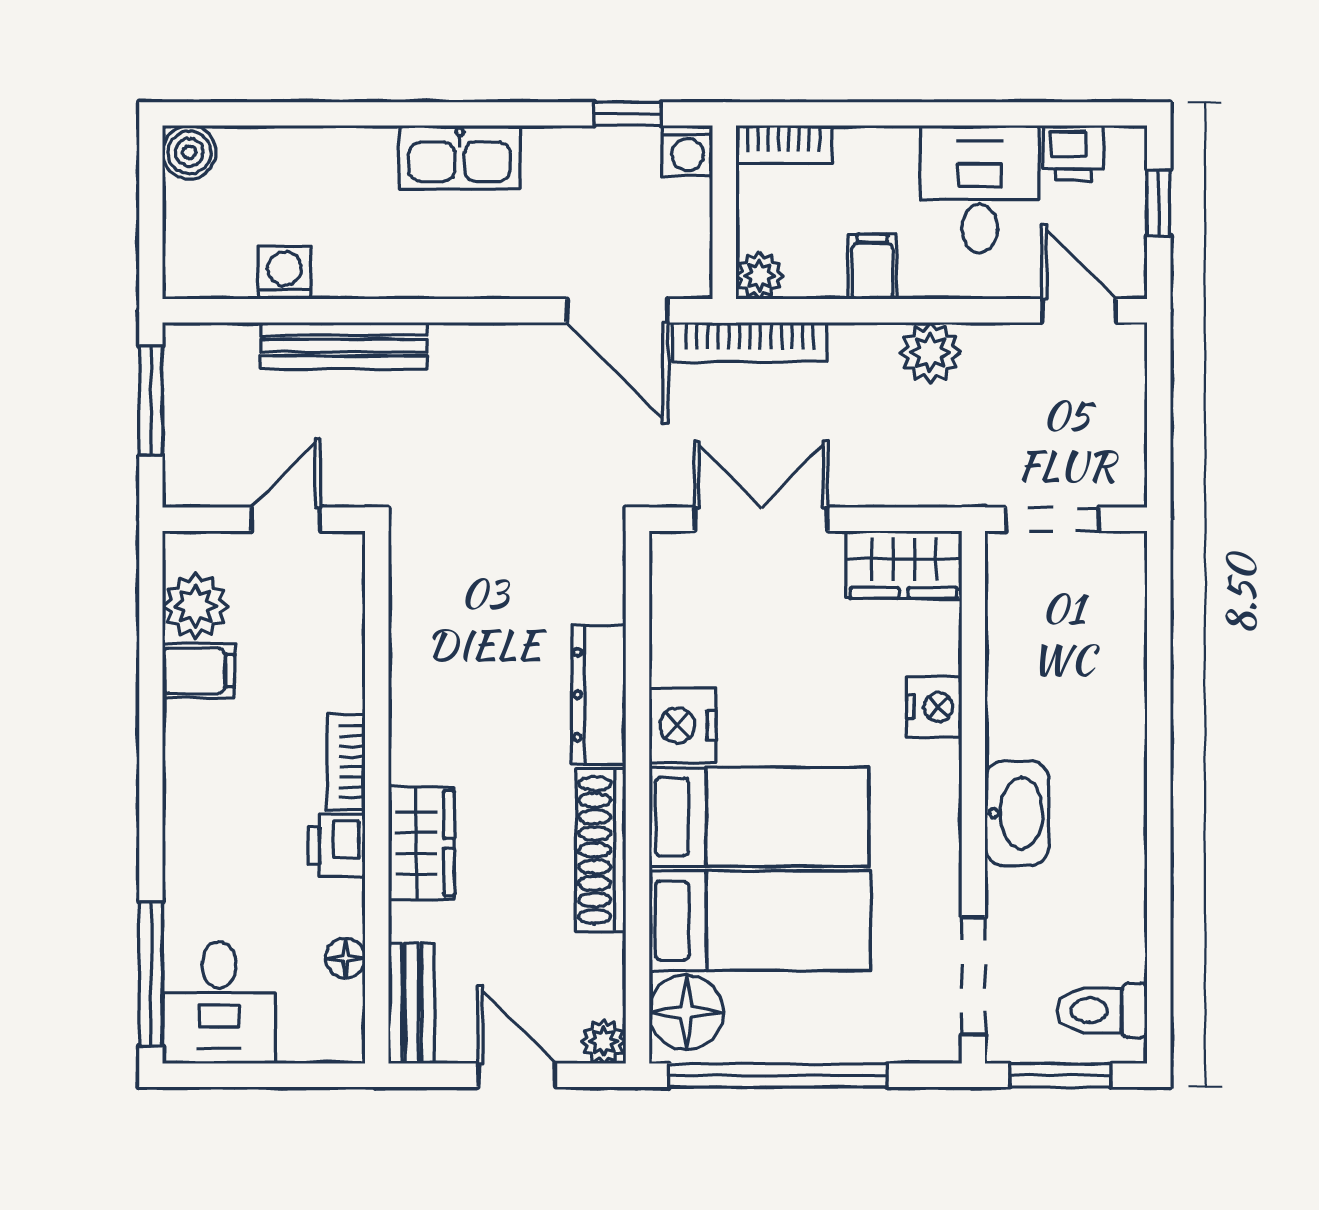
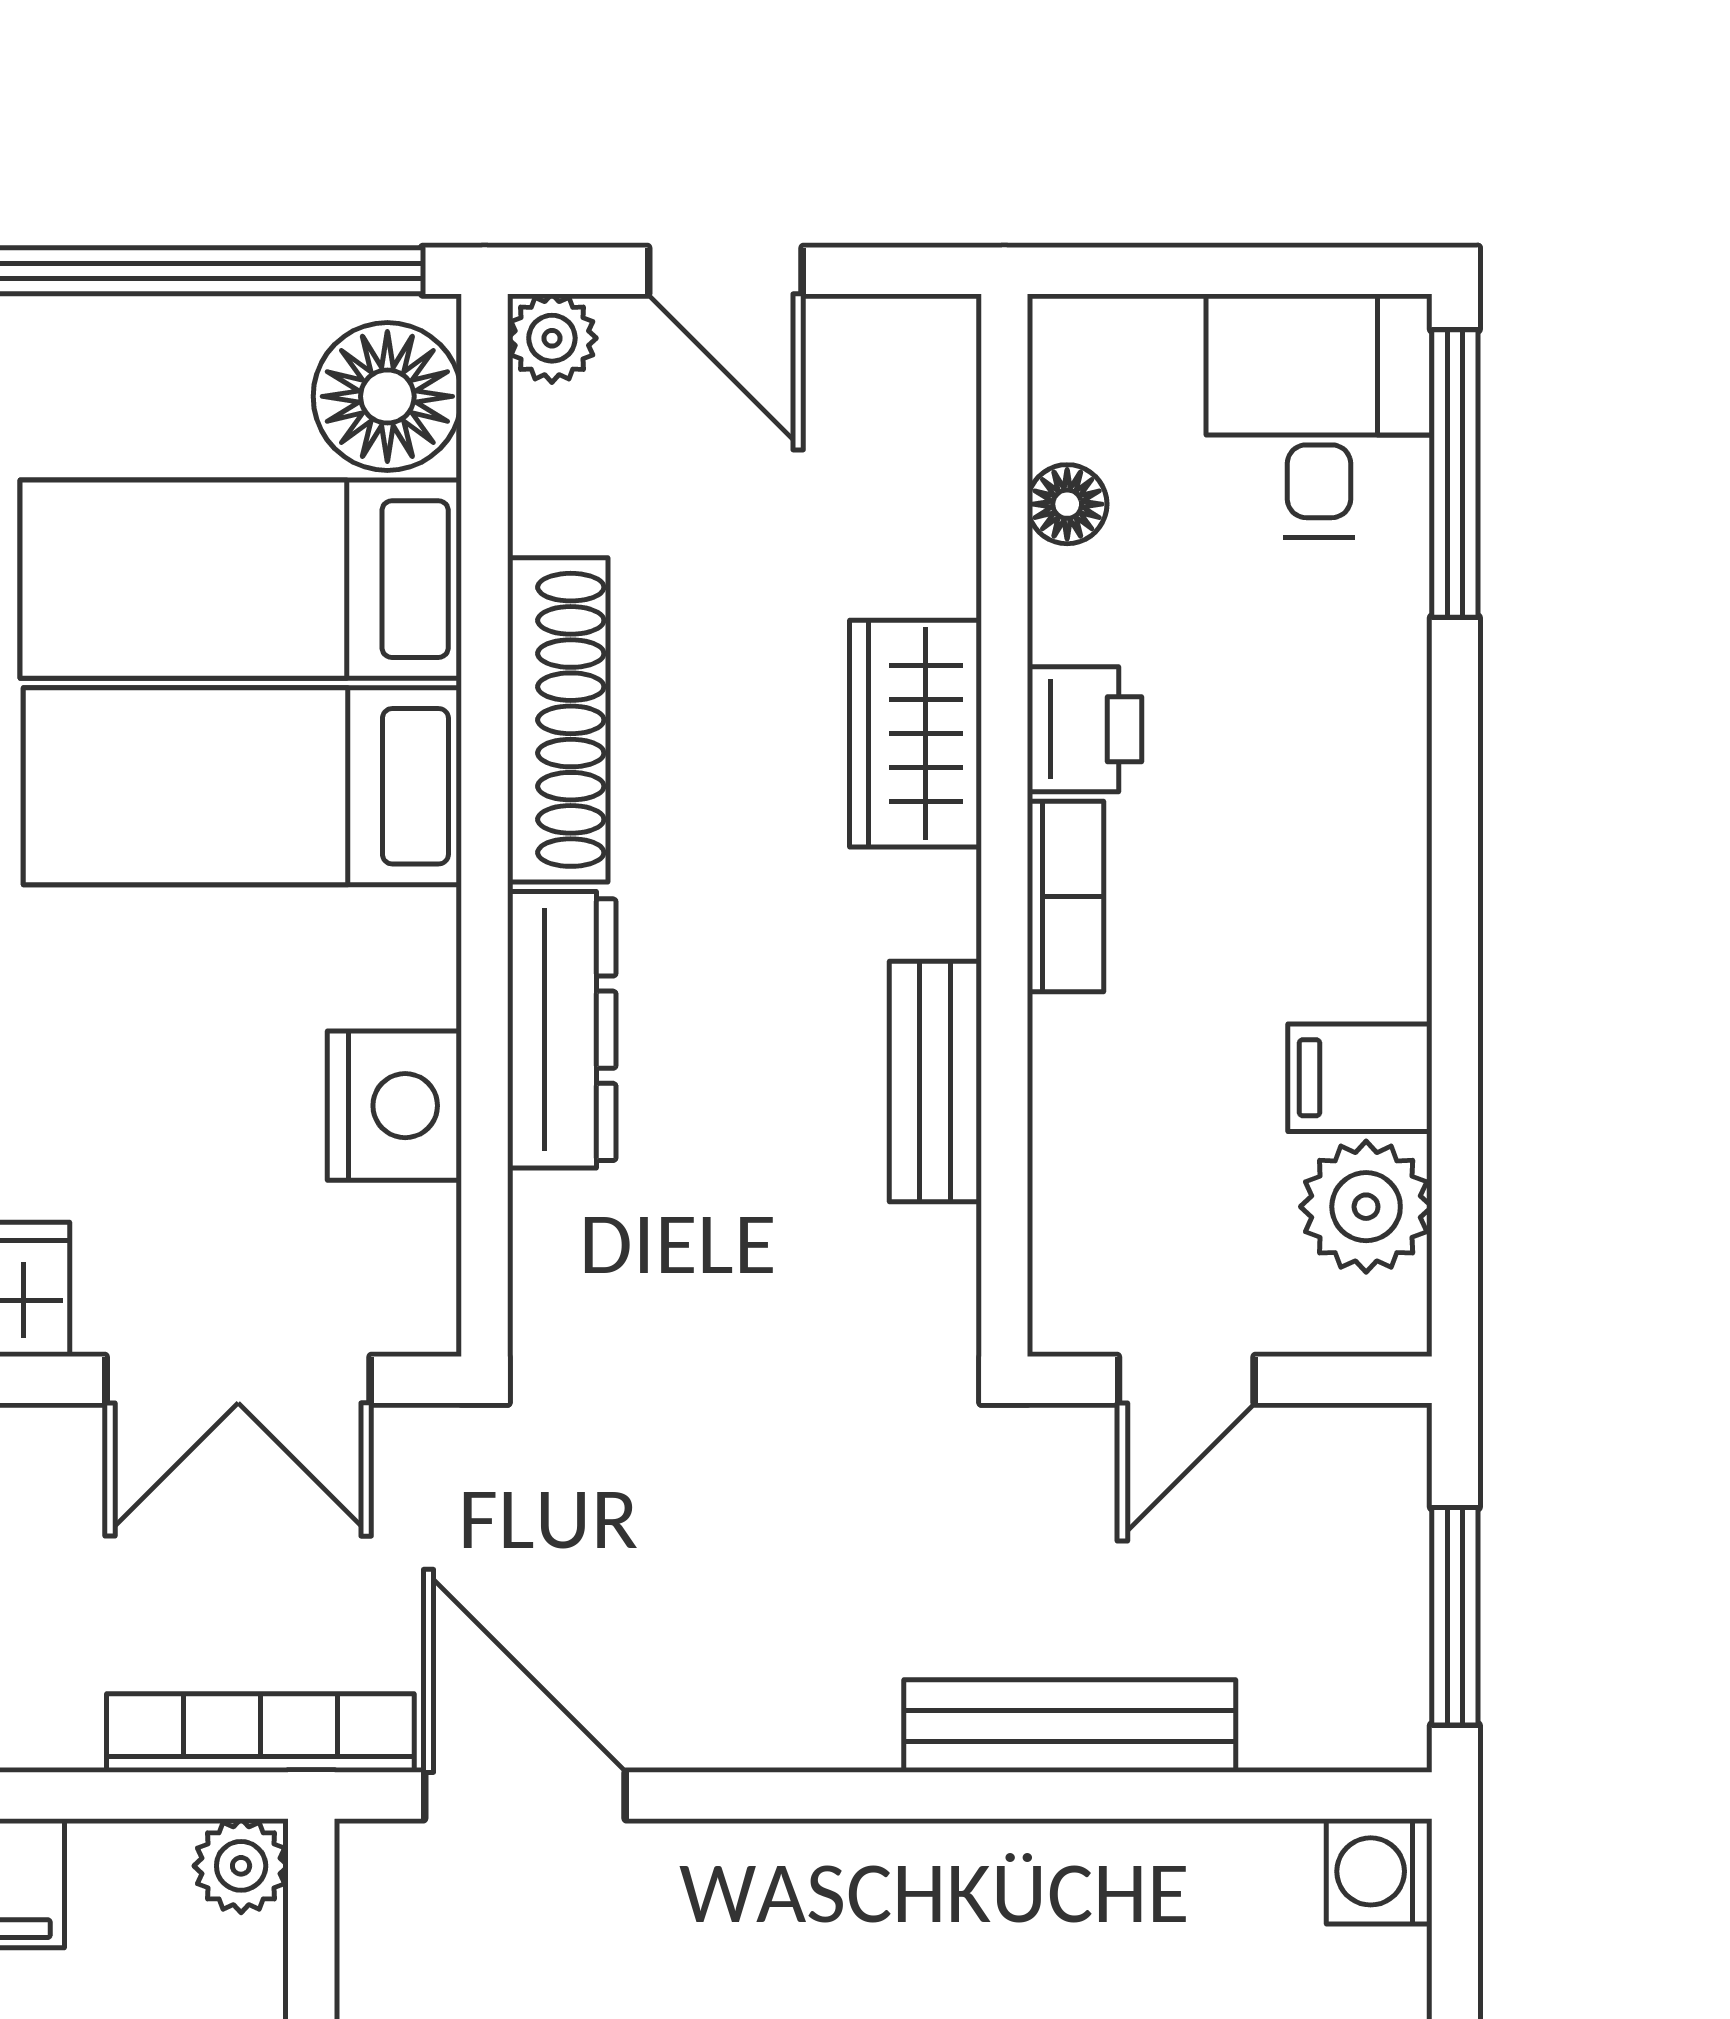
washing machine: (285, 273) -> (1379, 1871), moved, turned 90
nightstand: (683, 725) -> (394, 1106), moved
bench: (411, 1003) -> (935, 1081), moved

